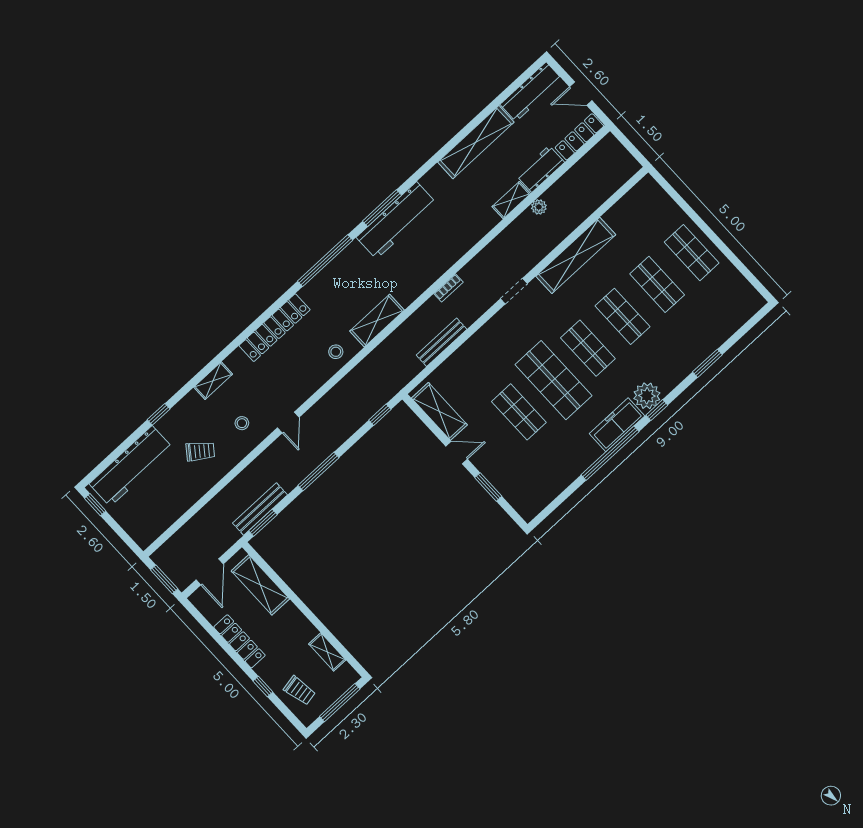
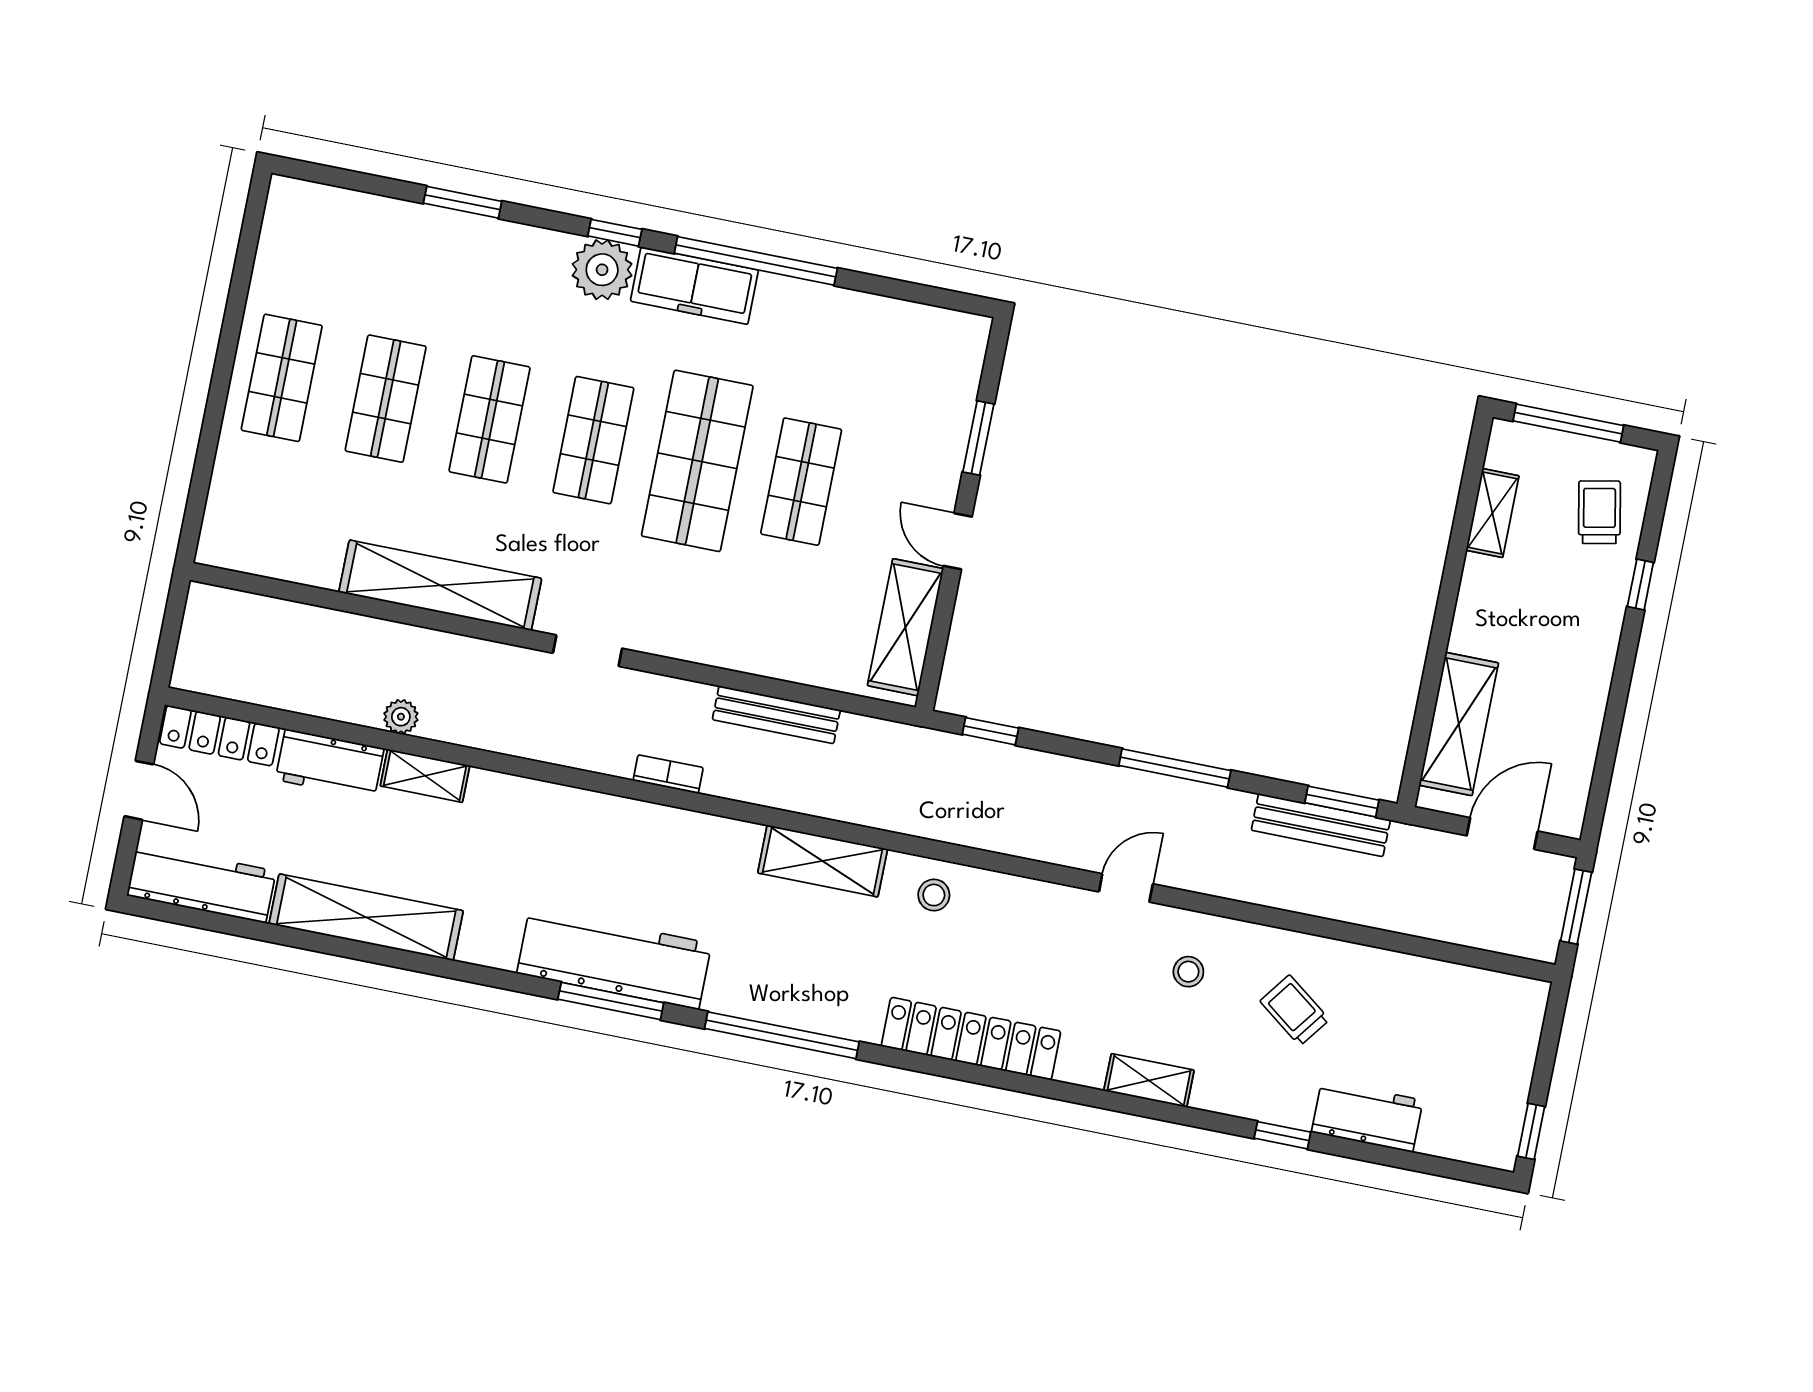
workbench: (131, 466) -> (1367, 1116), width x0.53, depth x0.76
locker: (239, 641) -> (1589, 687), removed

